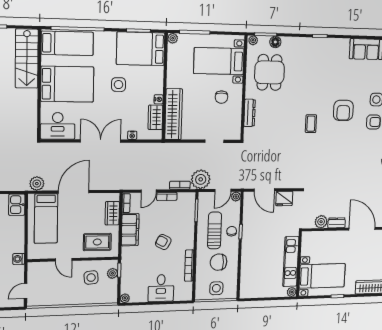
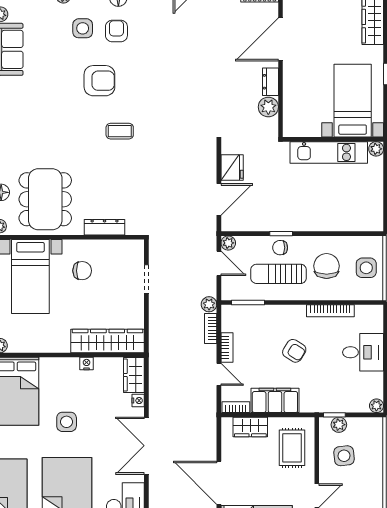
dining table: (269, 72) -> (45, 199), width x1.38
wardrobe: (155, 117) -> (134, 375), moved, turned 90
plant: (201, 179) -> (209, 304), width x0.53, depth x0.53
armchair: (163, 242) -> (294, 351), turned -86
chair: (219, 262) -> (327, 266), turned 180

